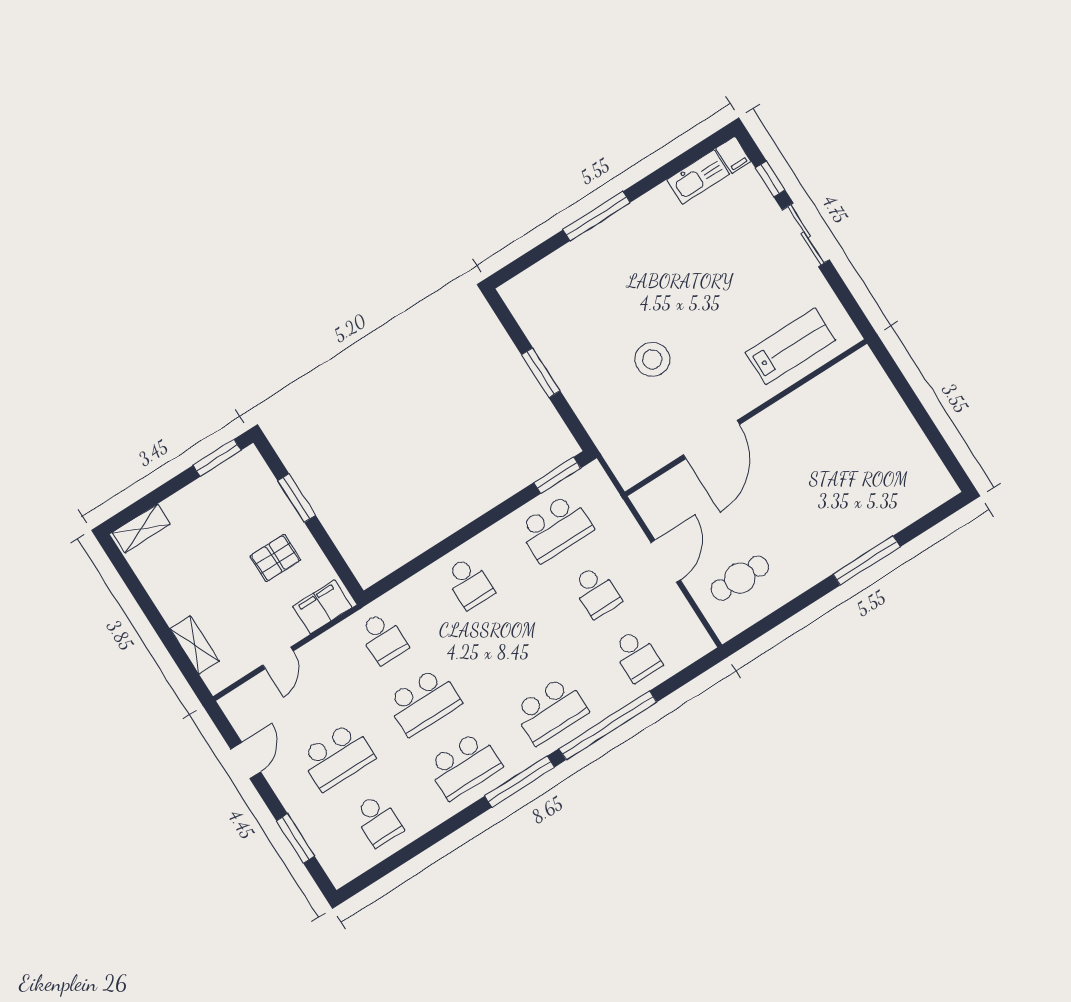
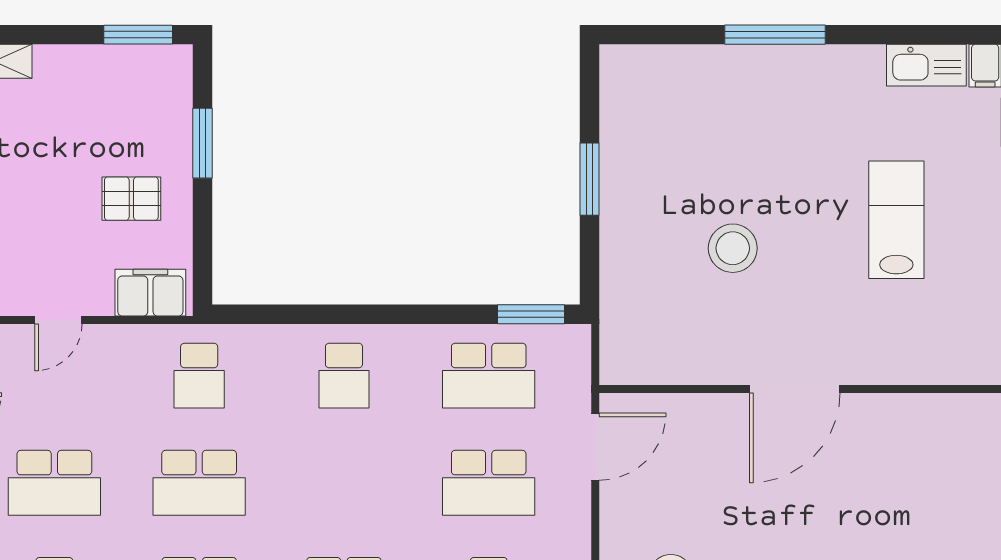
lab bench: (790, 346) -> (896, 220), moved, turned -90
door: (711, 440) -> (795, 389), moved
door: (666, 561) -> (595, 447), moved
school desk: (596, 592) -> (489, 483), width x1.85

